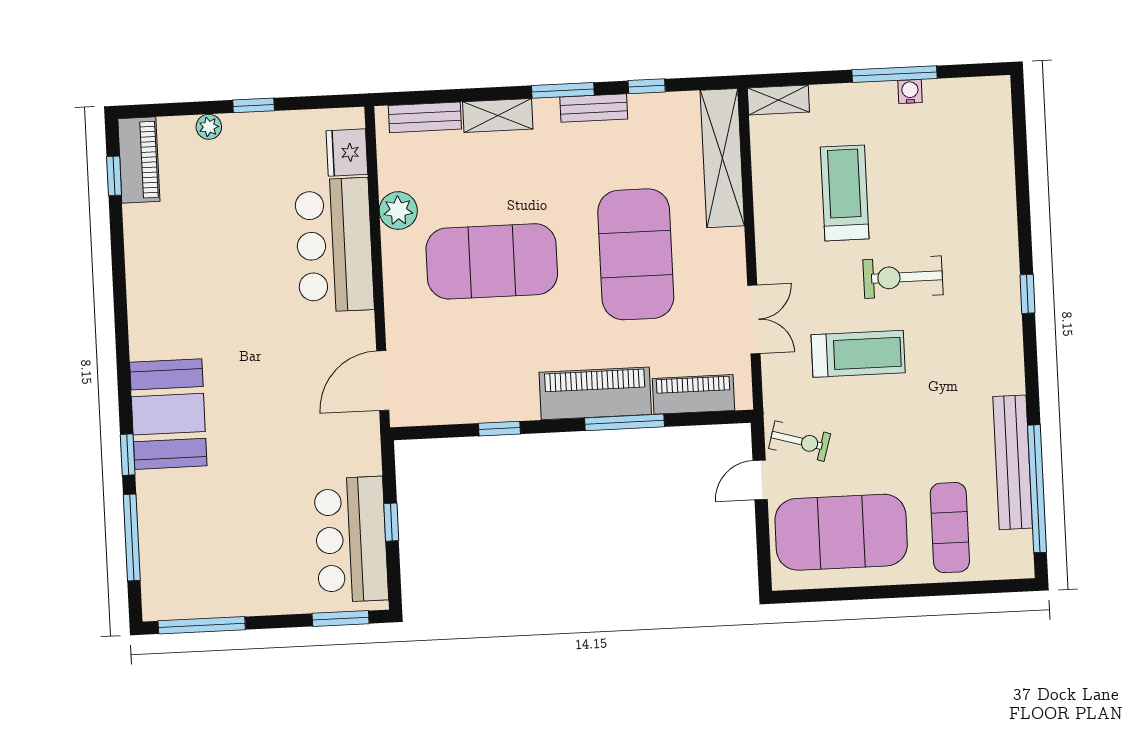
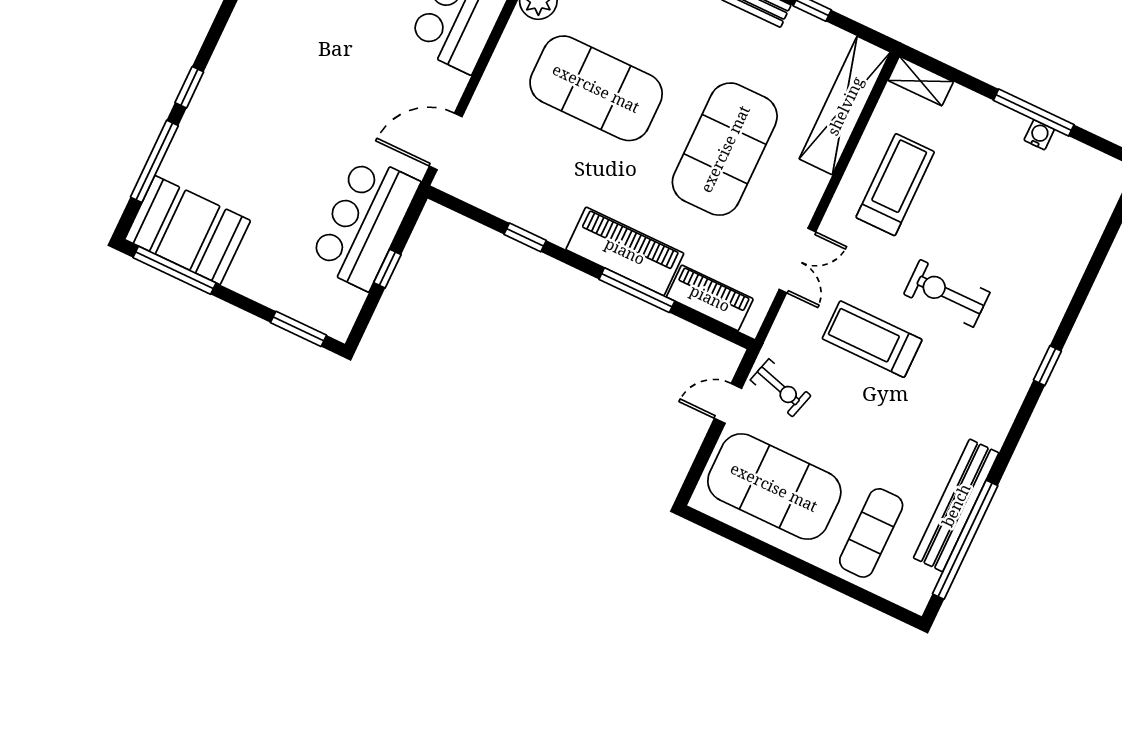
treadmill: (845, 193) -> (895, 185), moved
treadmill: (858, 354) -> (872, 339), turned 180
booth: (168, 414) -> (188, 230), moved, turned 90
bar counter: (351, 539) -> (364, 223), moved

